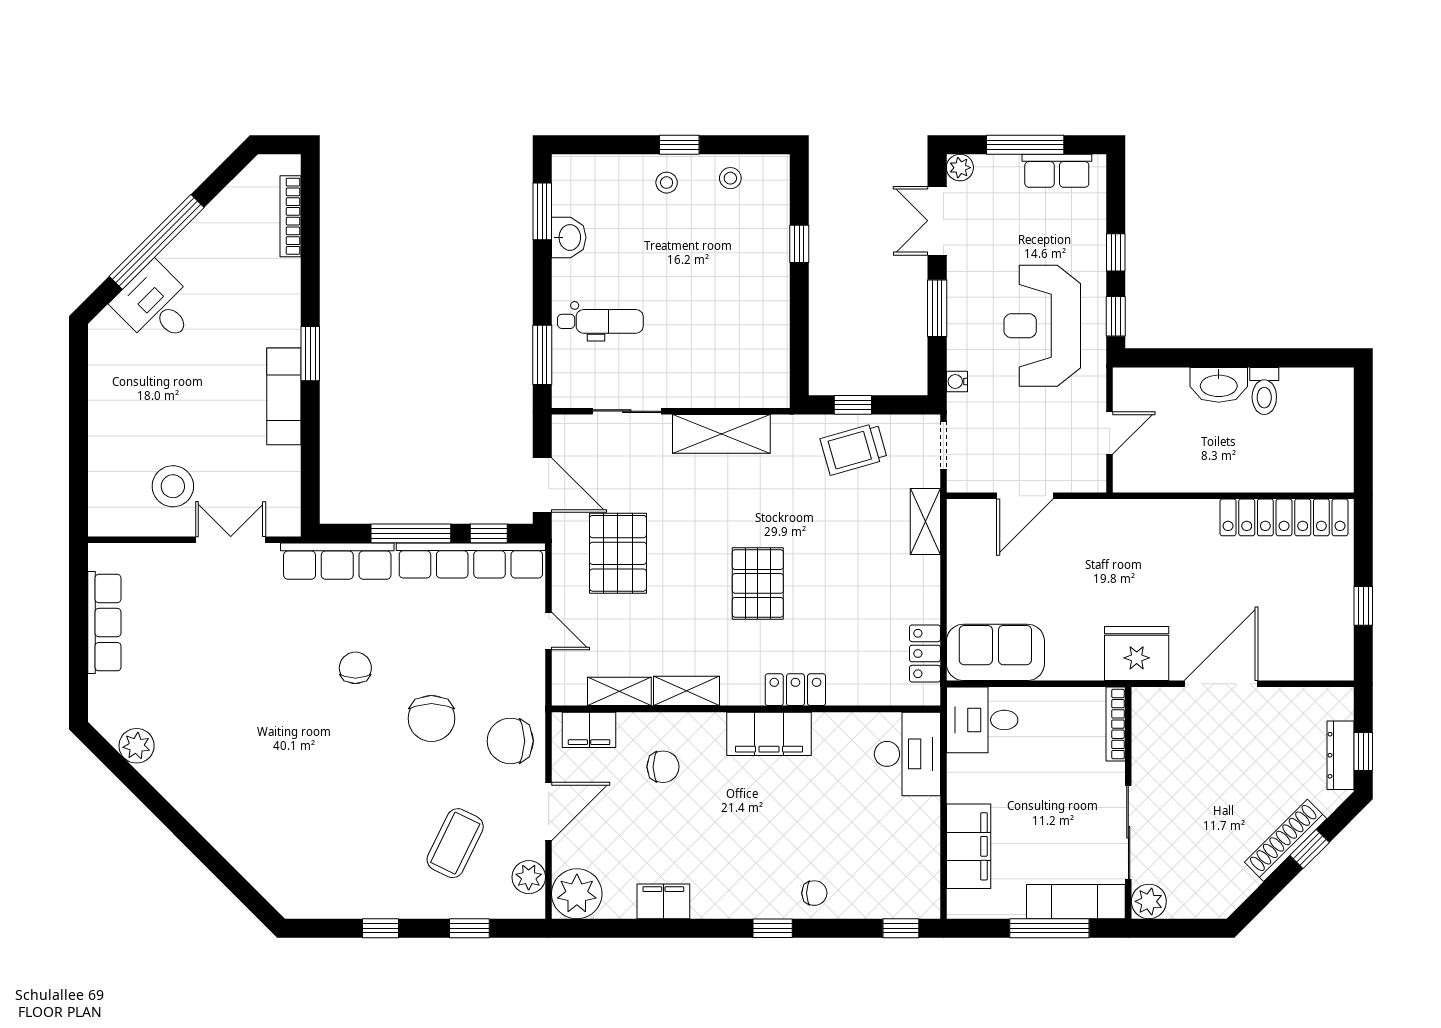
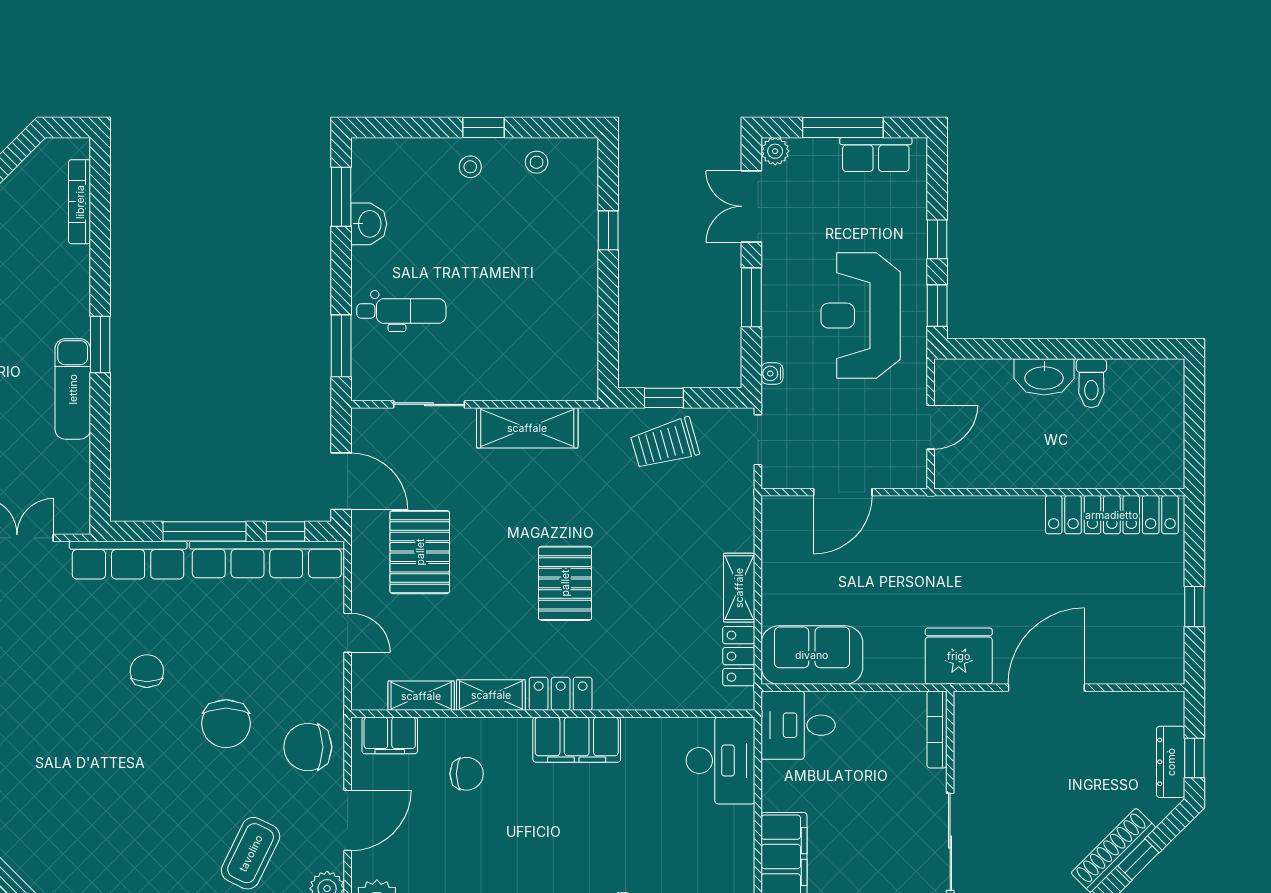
shelving: (925, 522) -> (739, 588), moved
locker: (795, 690) -> (561, 694), moved

